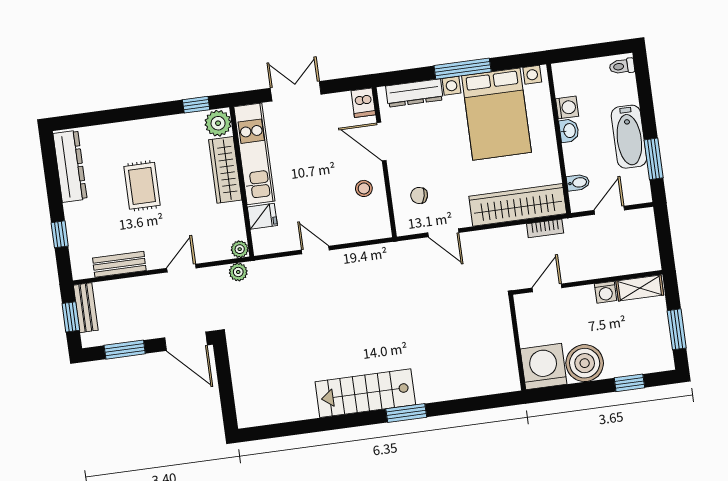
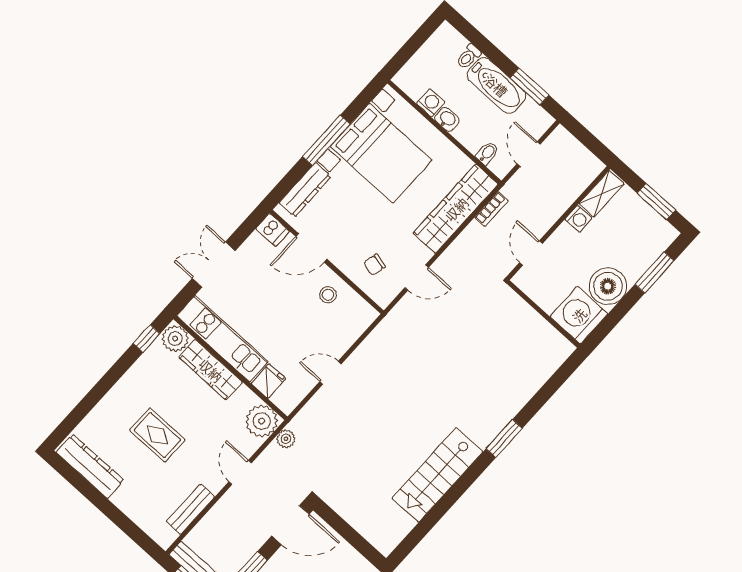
toilet: (622, 66) -> (468, 57), moved
window: (60, 234) -> (126, 525), removed
plant: (240, 249) -> (262, 421), width x1.88, depth x1.88
window: (629, 383) -> (655, 272), width x1.50
stairs: (365, 393) -> (437, 475), moved

